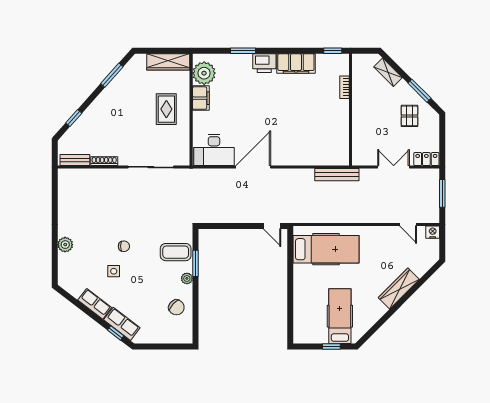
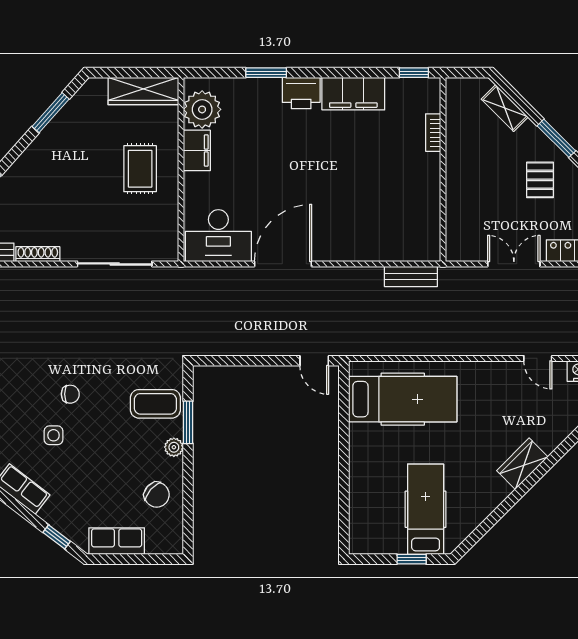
bench: (337, 175) -> (411, 276), width x0.73
wardrobe: (399, 288) -> (522, 464), width x0.67
row of seats: (122, 324) -> (117, 541), moved, turned -38

